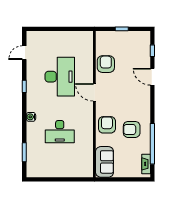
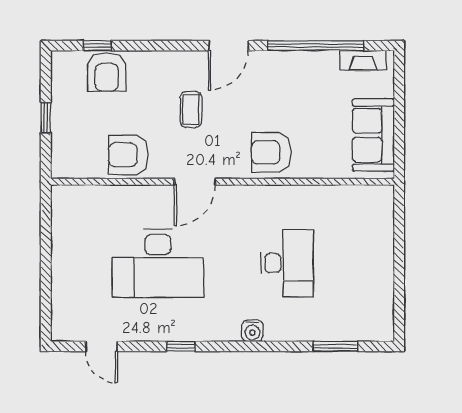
desk: (60, 77) -> (158, 263), turned 180
door: (152, 77) -> (229, 46), moved
coffee table: (125, 91) -> (191, 109), added
armchair: (132, 129) -> (107, 72), moved
sofa: (105, 162) -> (373, 135), moved, turned -90

